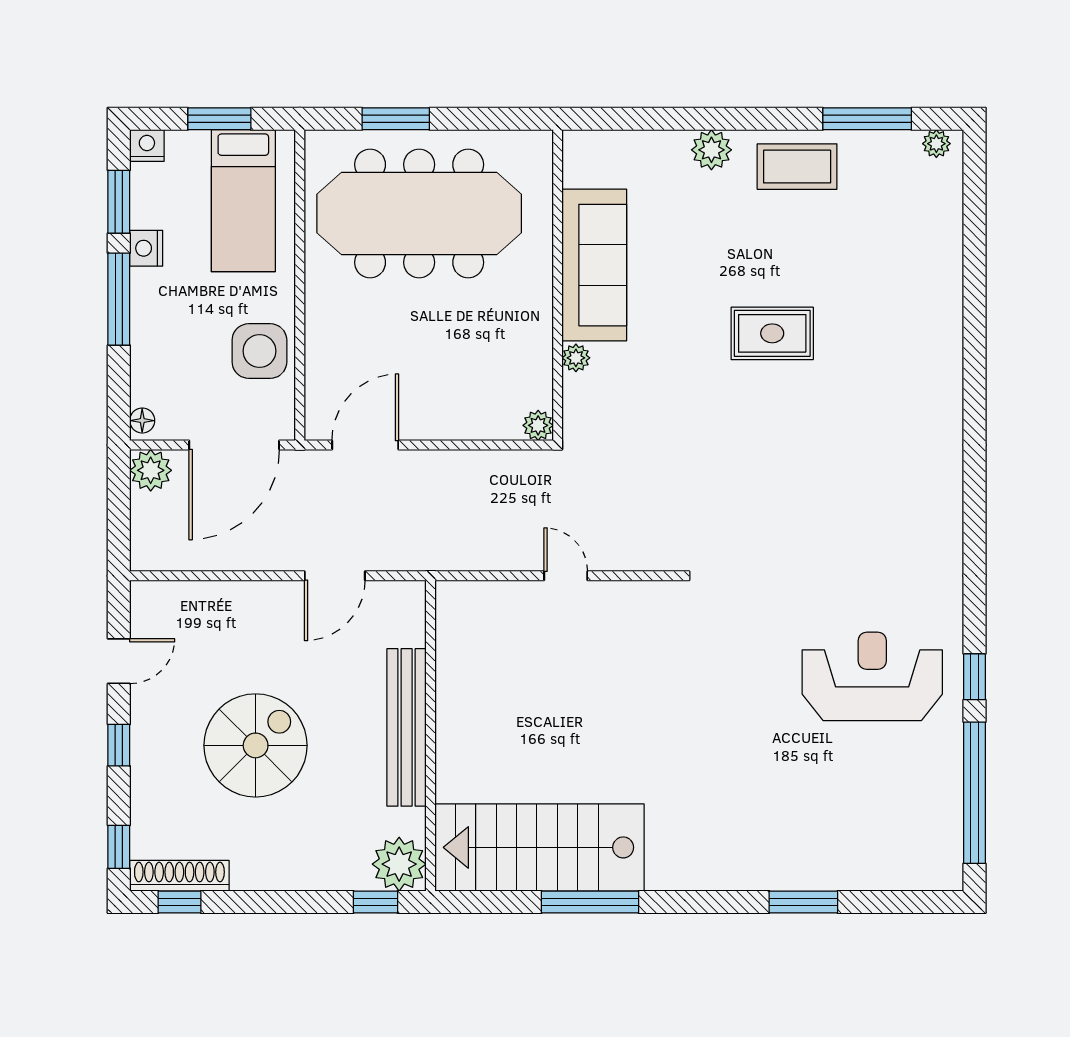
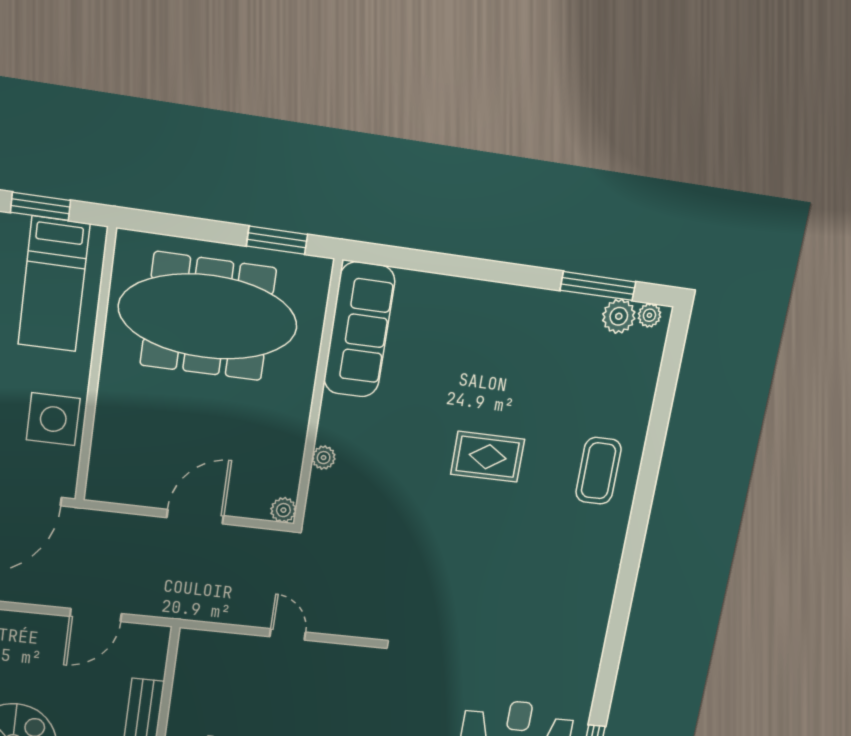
window: (396, 119) -> (277, 240), moved
plant: (711, 150) -> (619, 316), moved
coffee table: (797, 167) -> (599, 471), moved, turned 90
sofa: (594, 265) -> (359, 330), moved
door: (365, 445) -> (195, 517), moved

